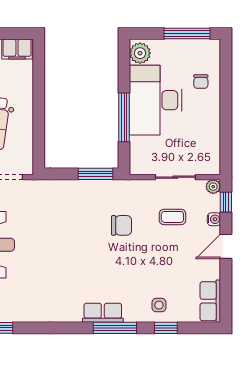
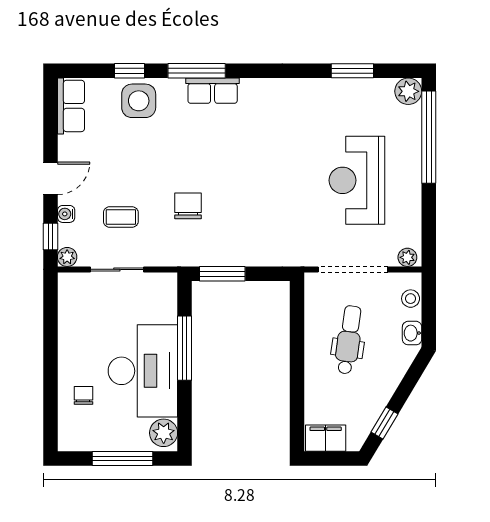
window: (187, 34) -> (123, 459), moved
chair: (122, 225) -> (188, 206), turned 90
side table: (159, 305) -> (139, 101), width x1.87, depth x1.87

